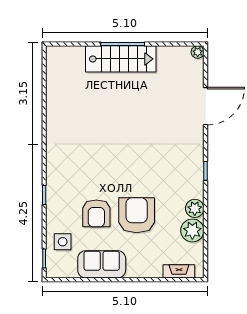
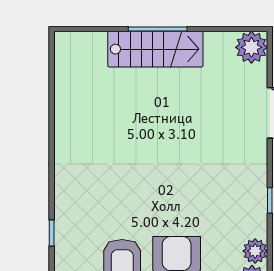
plant: (198, 52) -> (251, 47), width x1.87, depth x1.87

